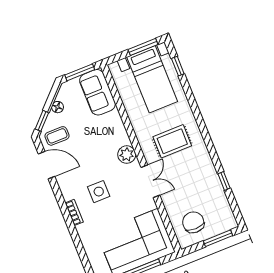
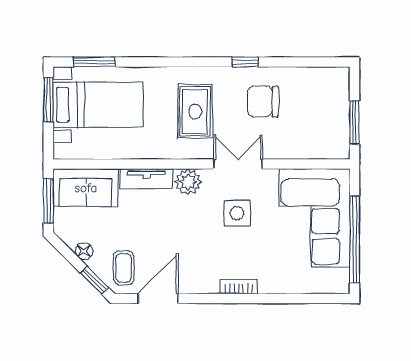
window: (178, 66) -> (94, 62), width x1.50
tv unit: (118, 128) -> (147, 179), added
window: (224, 181) -> (245, 62), moved
side table: (99, 192) -> (237, 213), moved
chair: (193, 222) -> (263, 102), moved
window: (218, 238) -> (355, 122), moved

